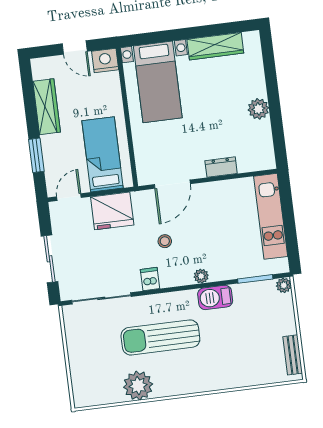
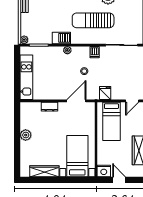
fridge: (112, 211) -> (105, 93), width x0.53, depth x0.75
sun lounger: (160, 337) -> (93, 20), turned 180

